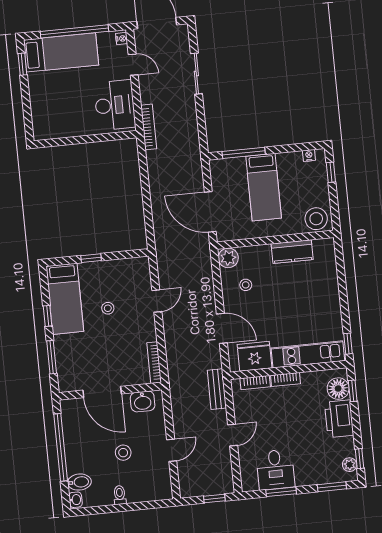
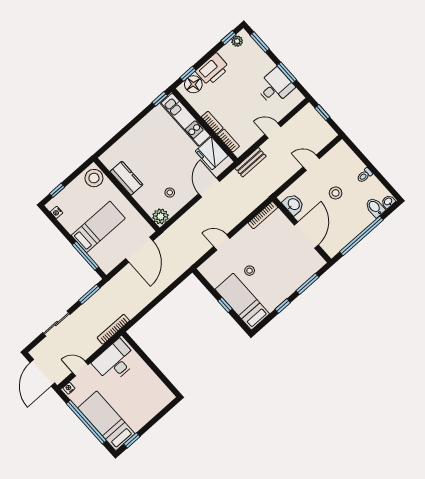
door: (133, 65) -> (80, 368), hinge flipped
window: (202, 128) -> (89, 294), added
bed: (65, 299) -> (242, 302), moved, turned -90

